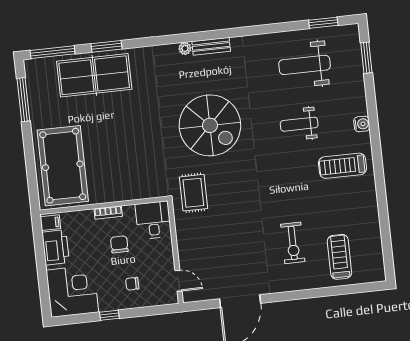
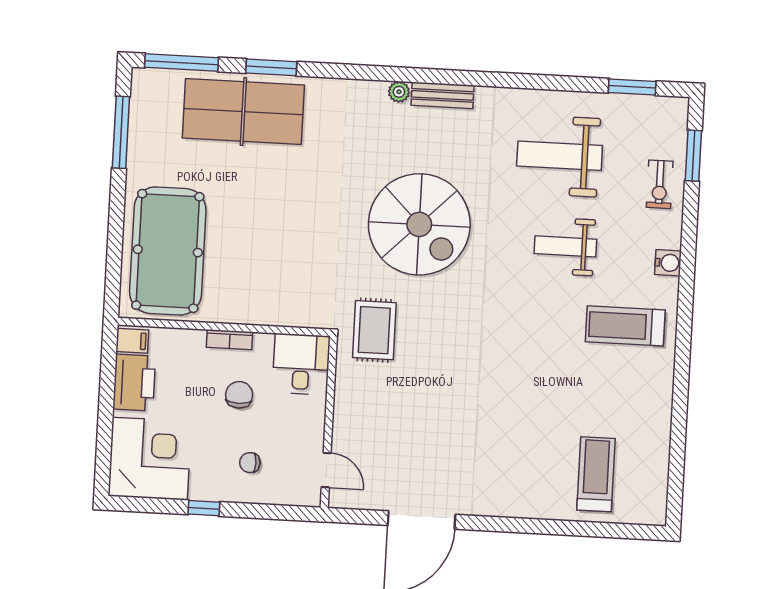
weight bench: (305, 65) -> (560, 156), moved
exercise bike: (293, 243) -> (660, 184), moved, width x0.73, depth x0.72

